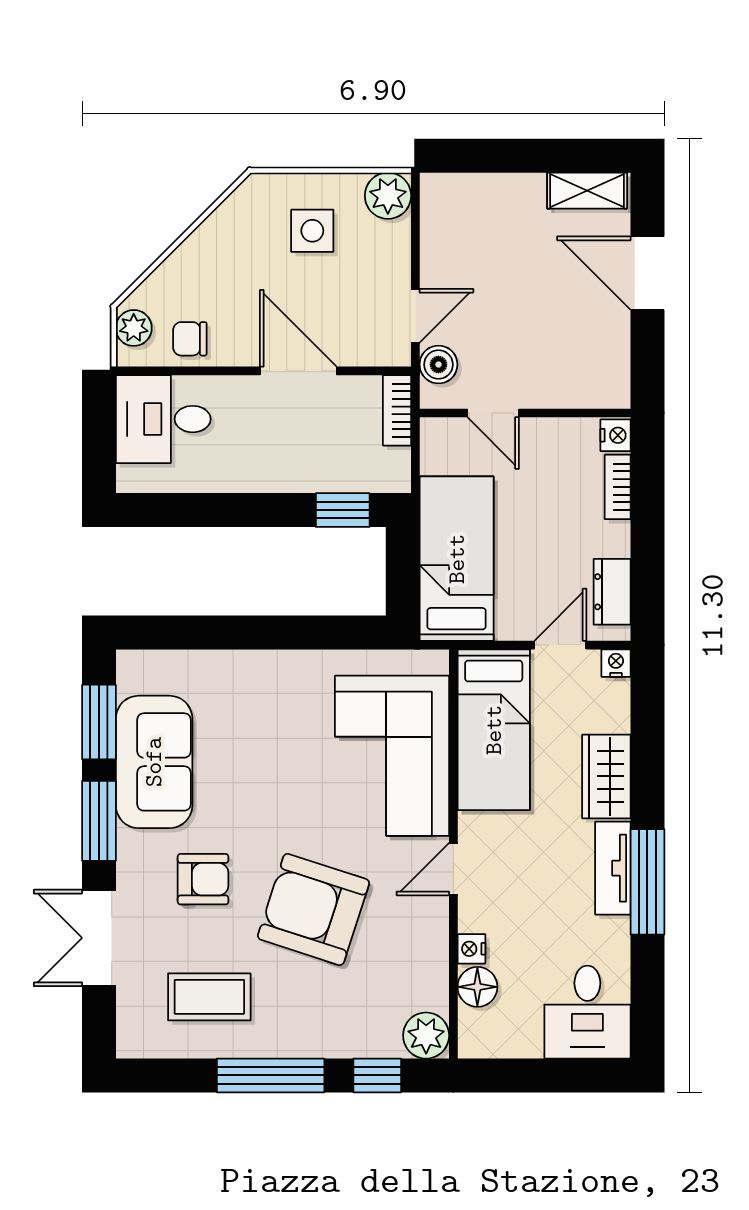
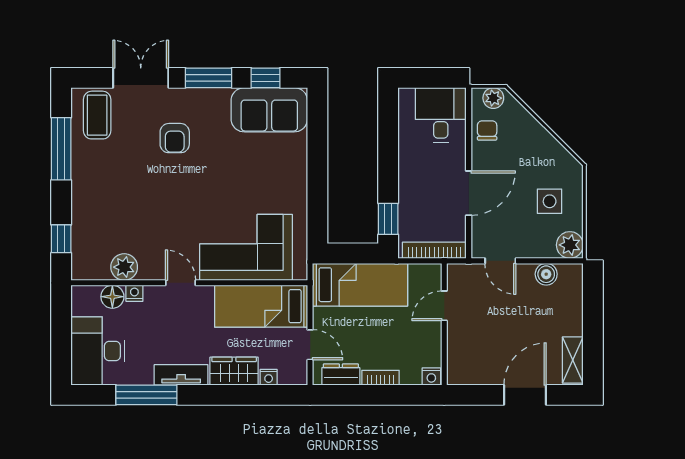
boiler: (438, 365) -> (546, 274), moved
bookcase: (397, 410) -> (434, 250), width x1.56
bookcase: (618, 487) -> (380, 378), moved
nightstand: (616, 663) -> (269, 377), moved, turned 90
window: (99, 722) -> (266, 78), width x0.67
sofa: (154, 762) -> (269, 110), moved
window: (647, 882) -> (146, 395), moved
armchair: (314, 909) -> (157, 202), removed
coffee table: (209, 997) -> (97, 115), moved
desk: (587, 1012) -> (98, 351), width x1.37
plant: (426, 1036) -> (124, 267), moved
window: (271, 1075) -> (61, 149), moved

